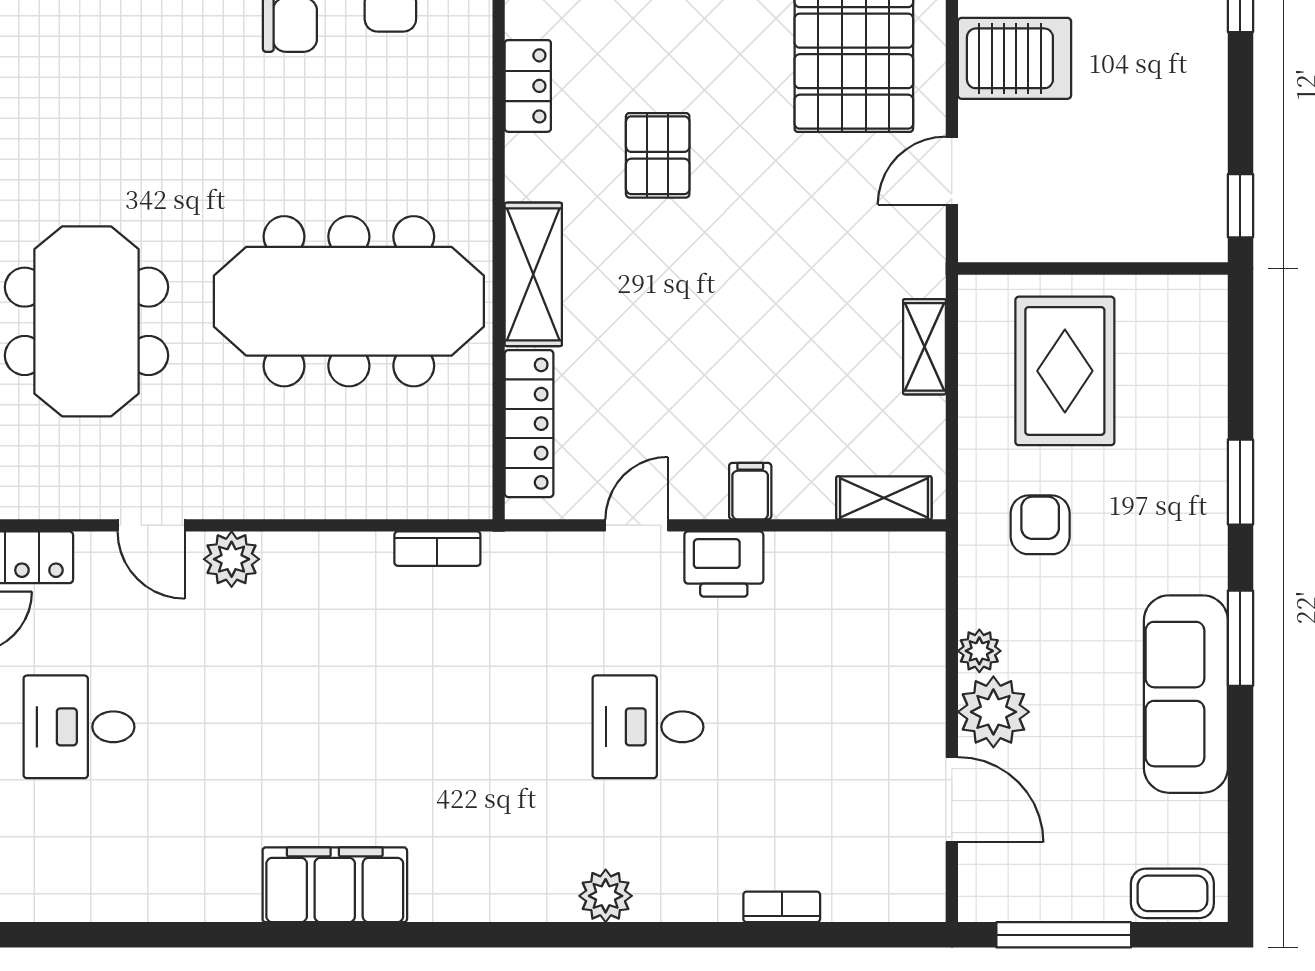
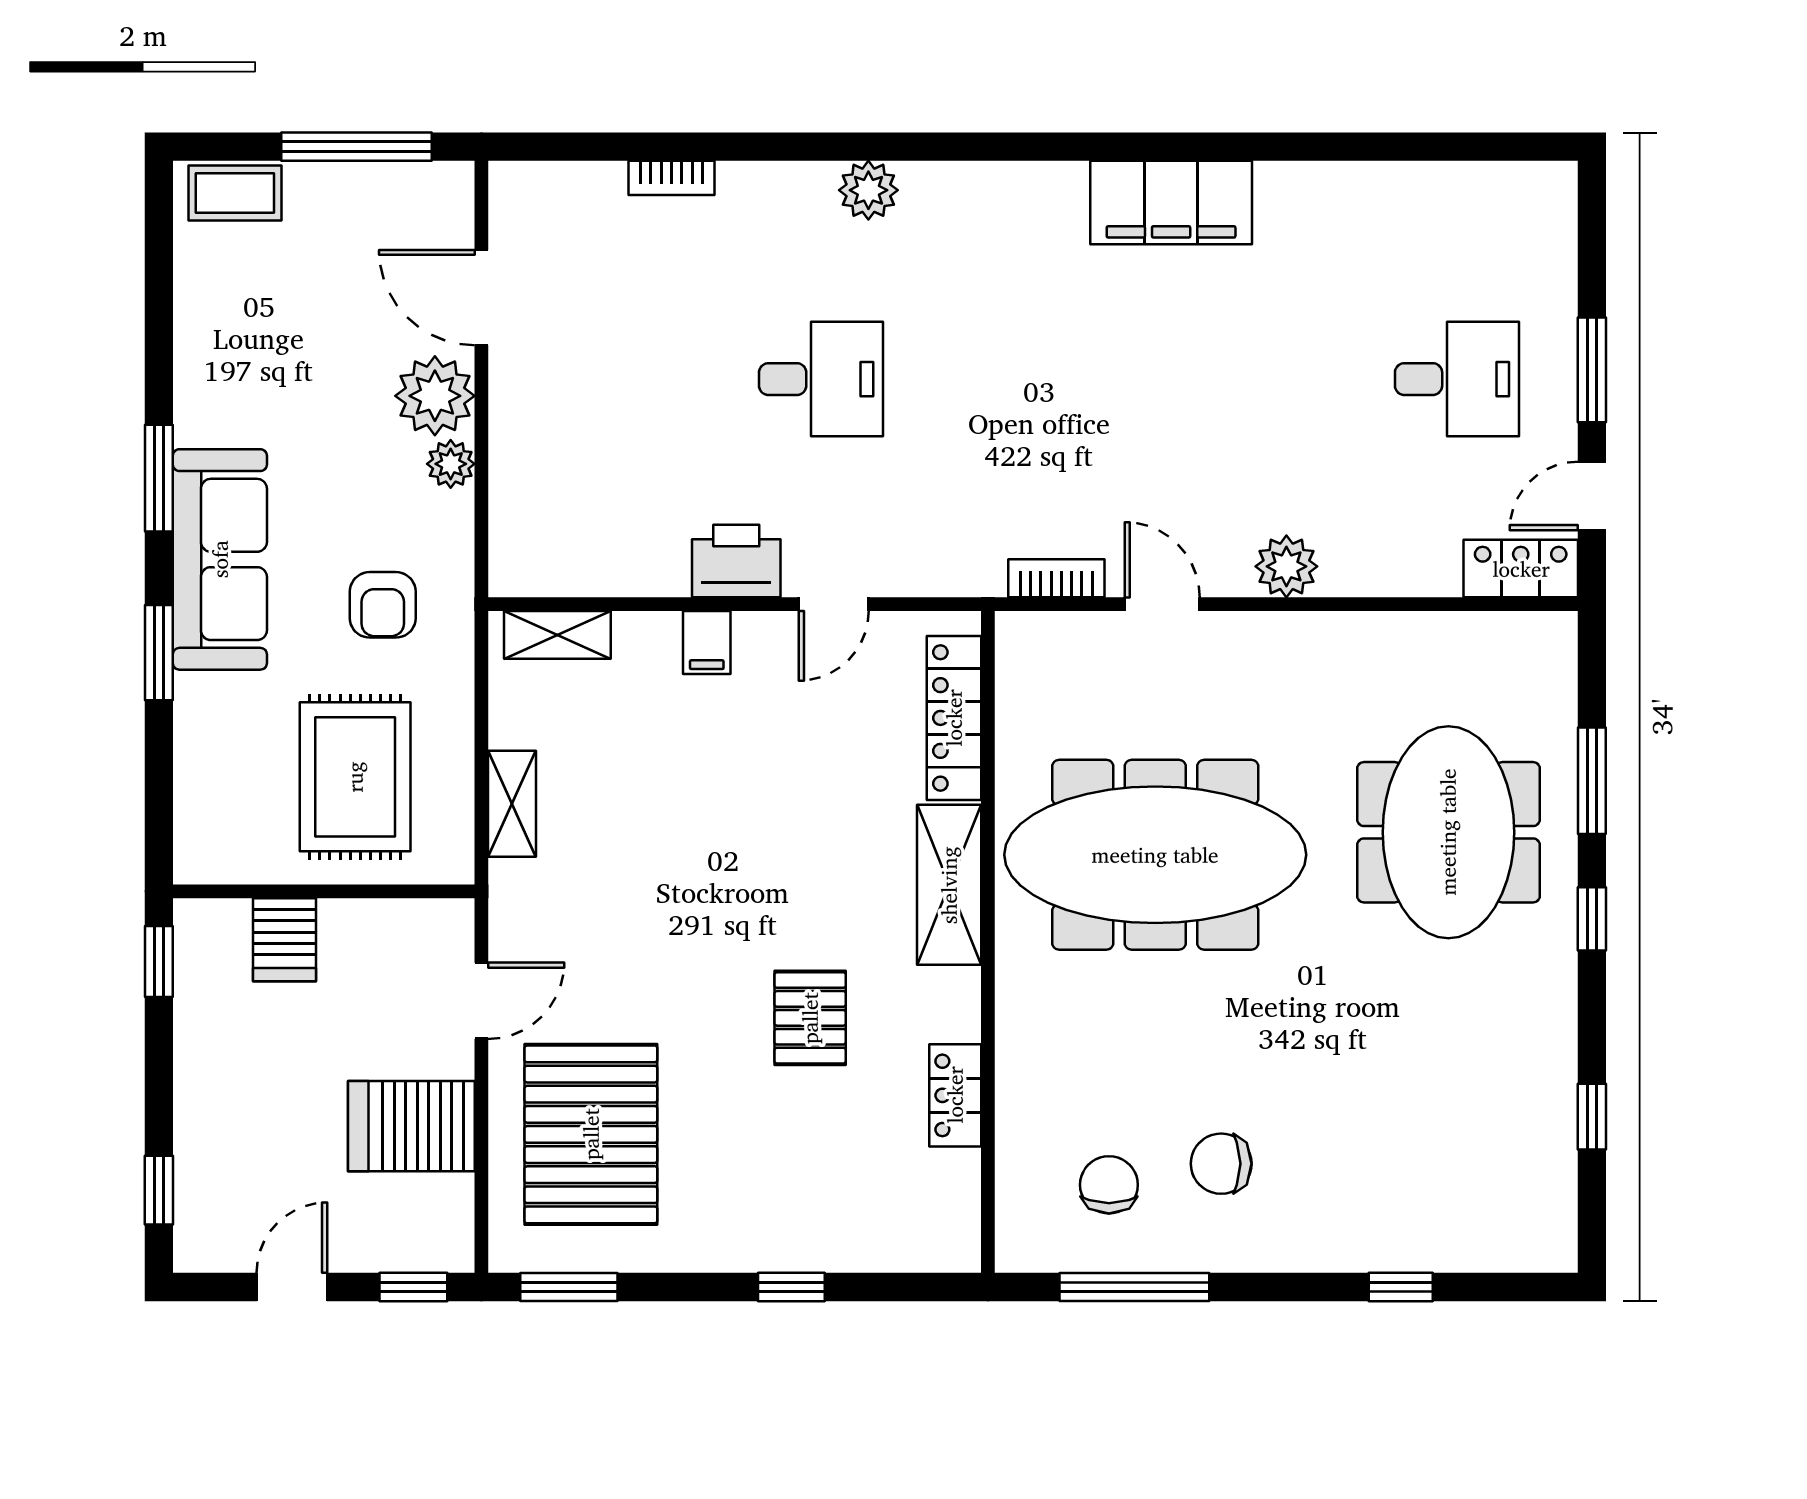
server rack: (1128, 225) -> (284, 940), added
door: (151, 525) -> (1162, 604), moved
sofa: (1186, 694) -> (220, 559), moved

